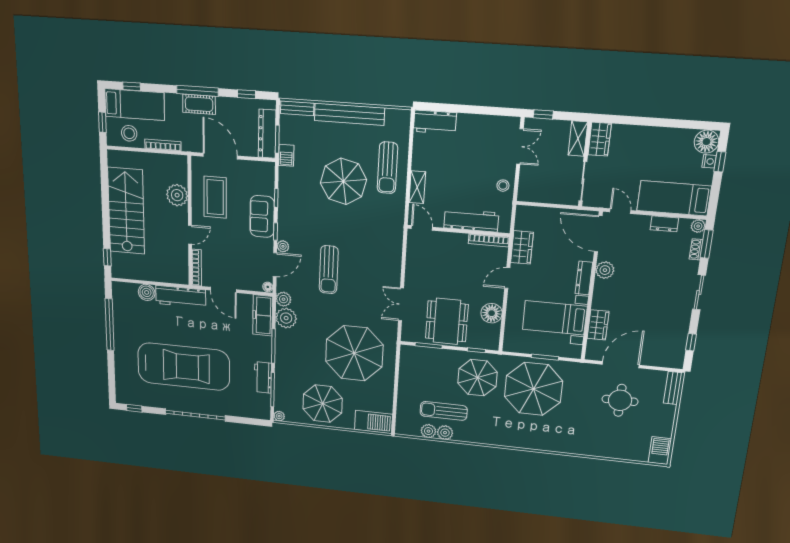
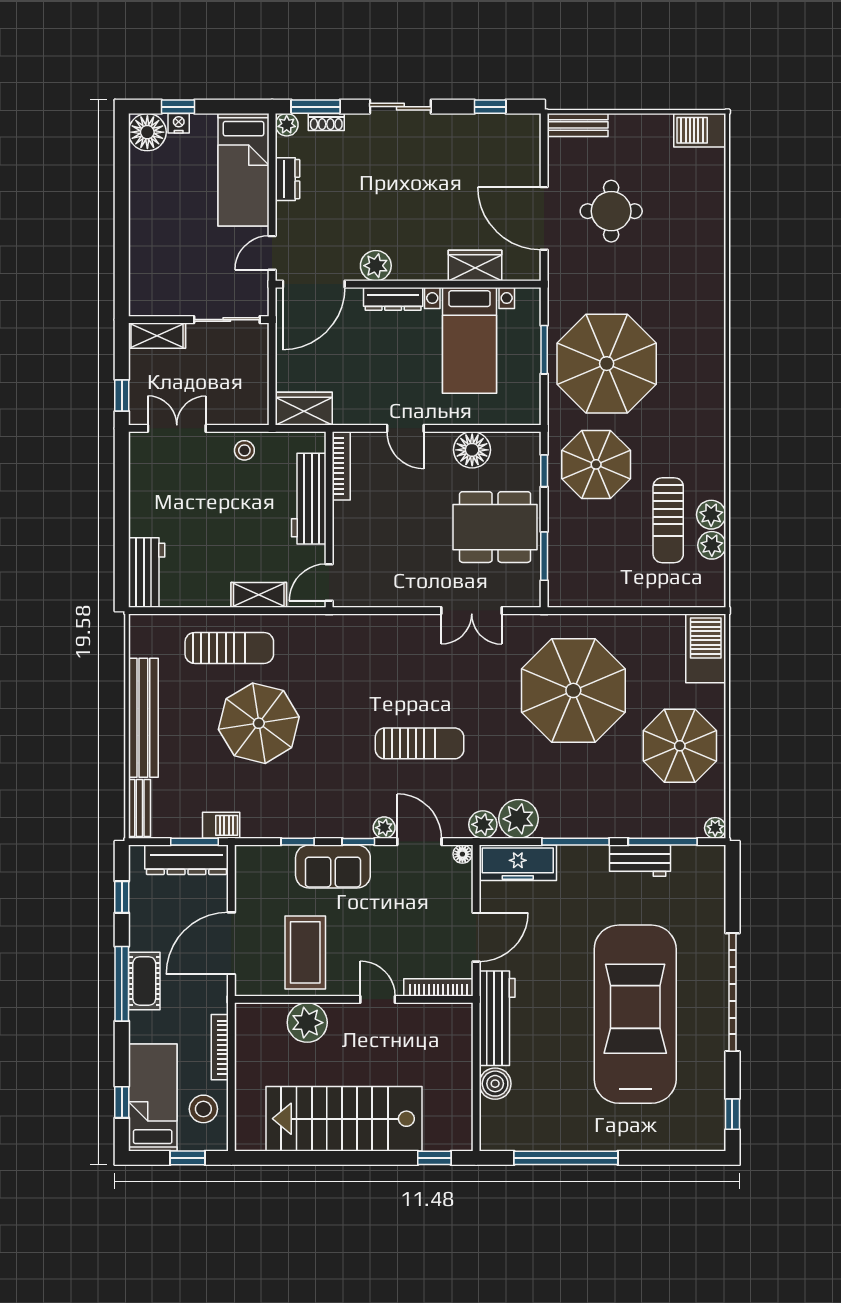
wardrobe: (600, 139) -> (155, 301), removed
coffee table: (215, 197) -> (305, 952), turned 90
wardrobe: (522, 247) -> (304, 409), moved

